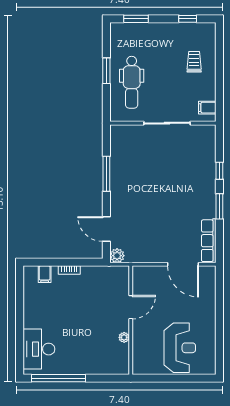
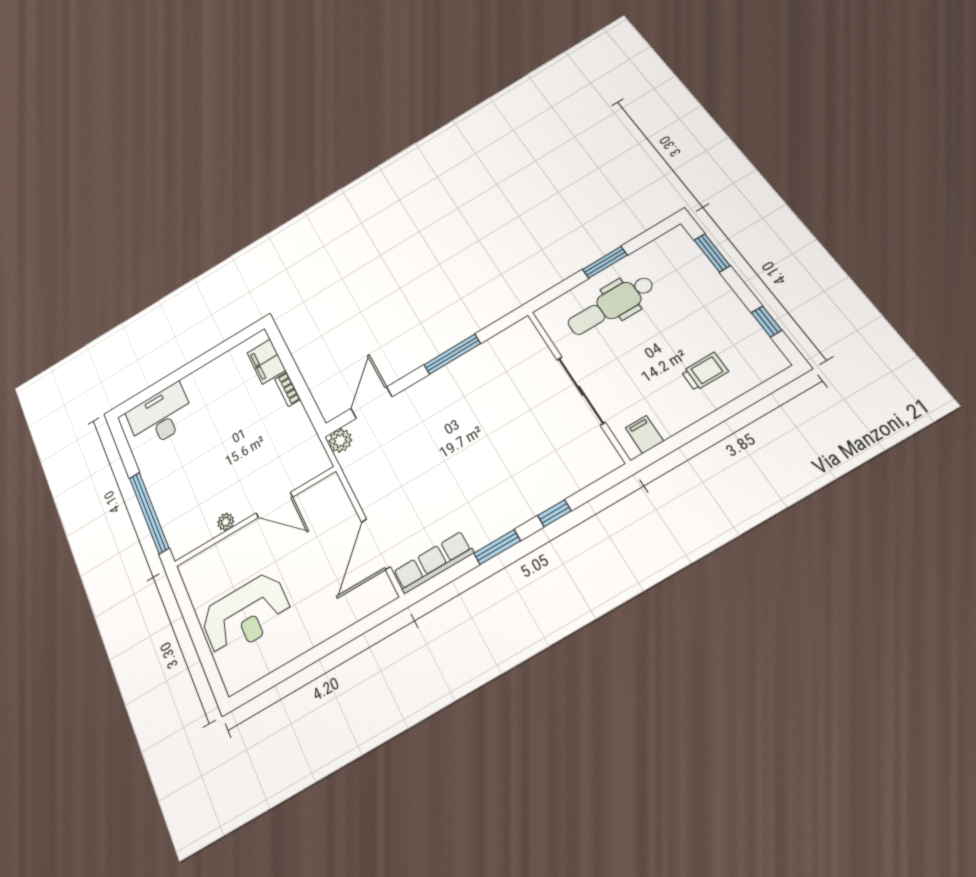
filing cabinet: (45, 274) -> (266, 361), width x2.00
window: (58, 378) -> (149, 513), moved

